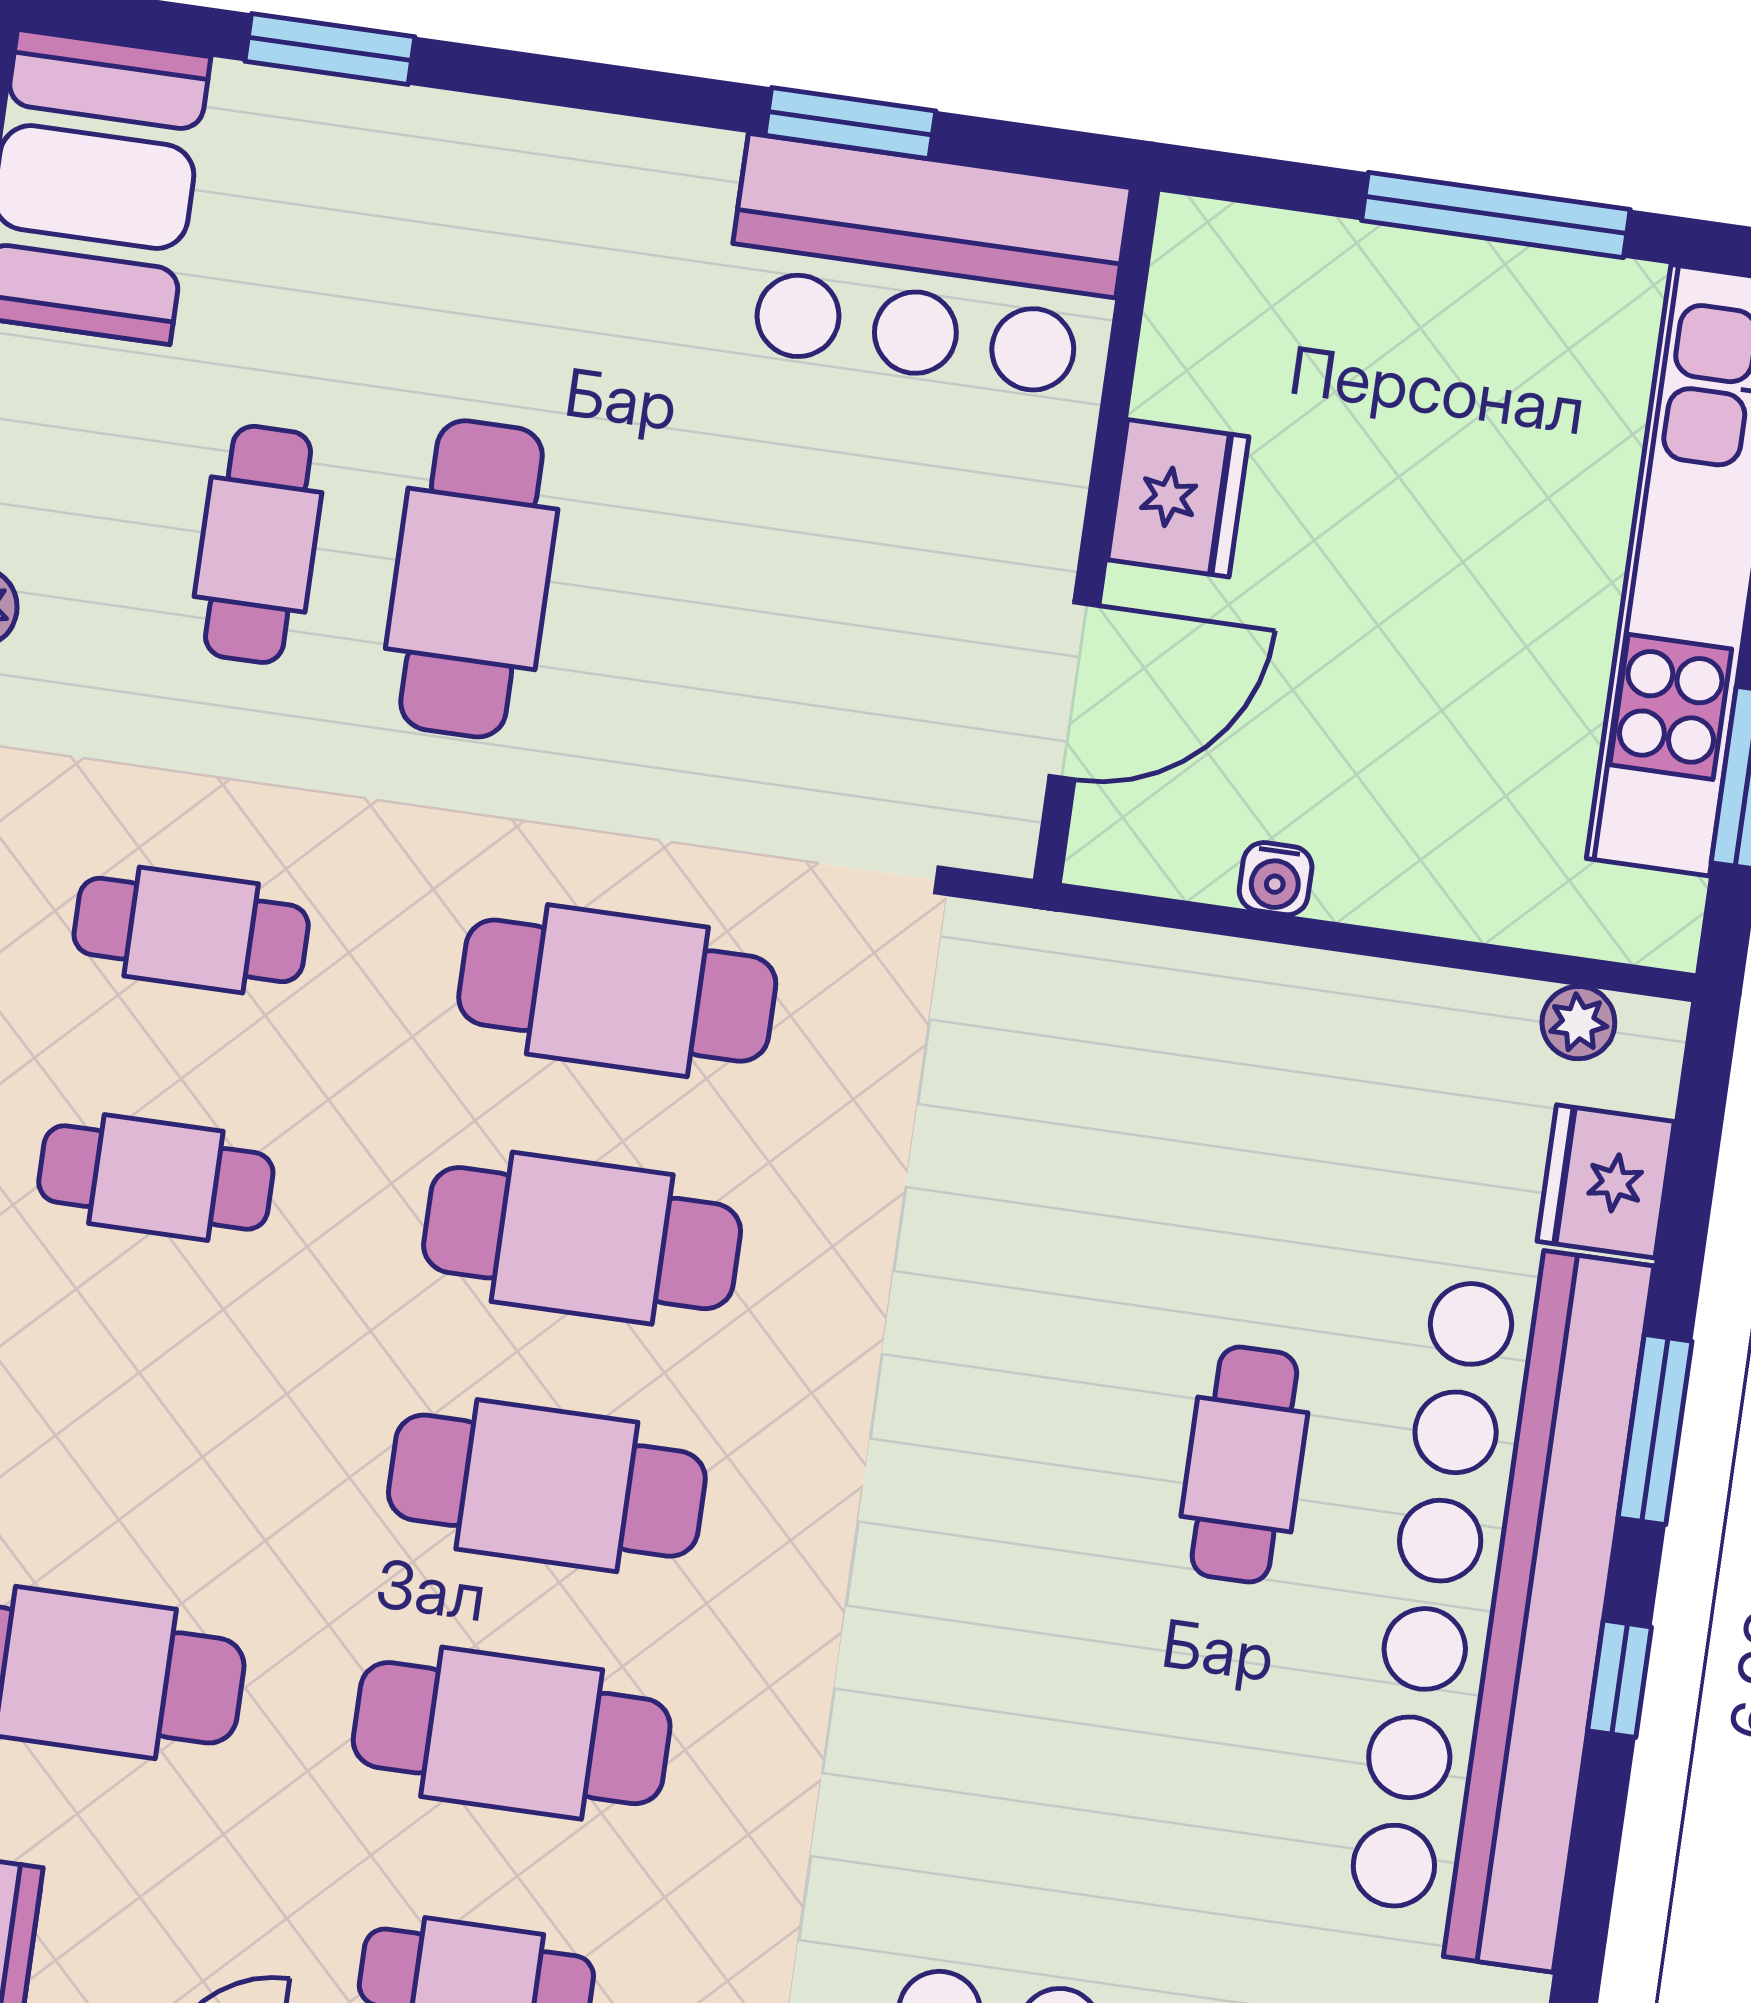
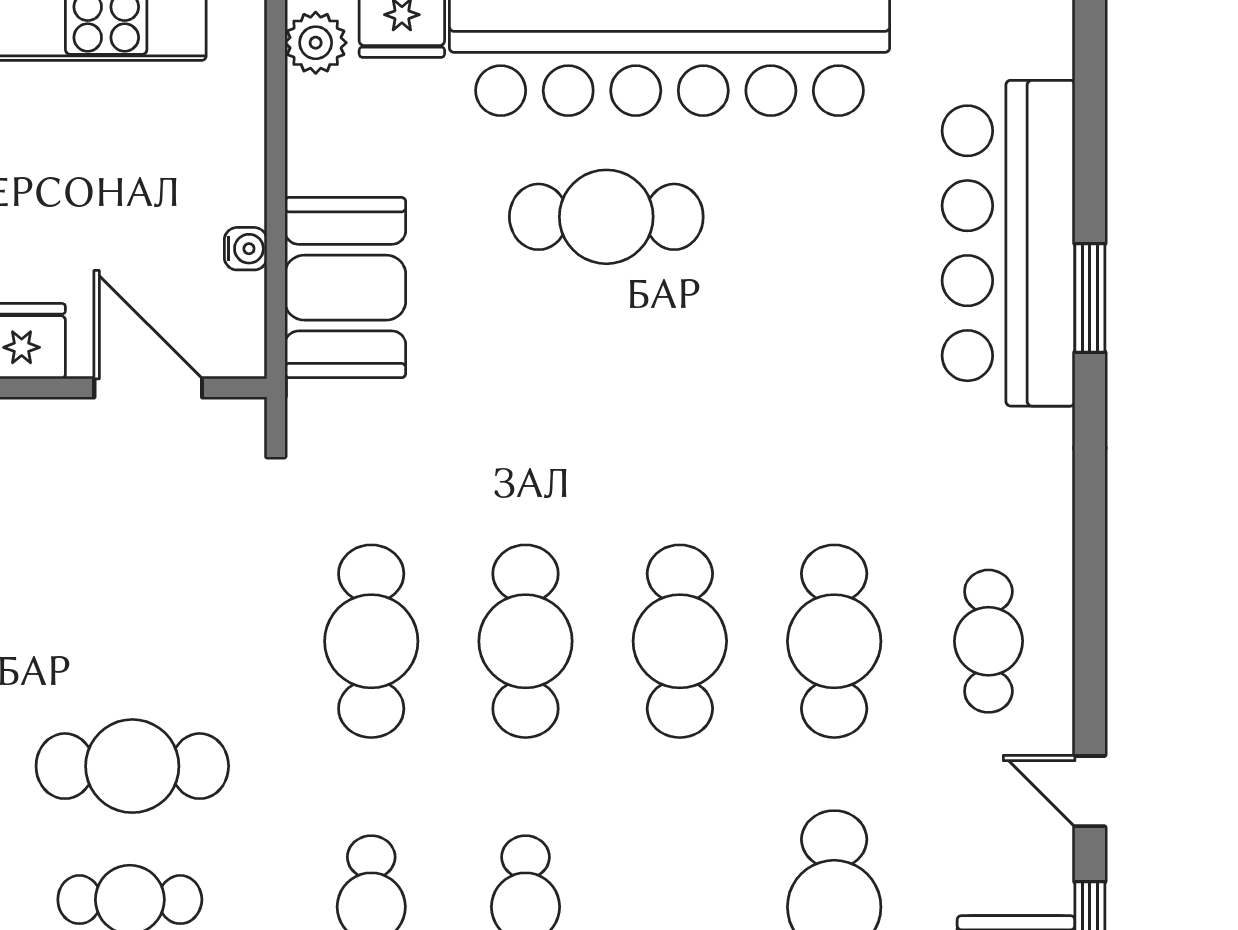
plant: (1578, 1023) -> (316, 43), width x1.38, depth x1.38
booth: (1190, 1030) -> (345, 288), added
cafe table: (1244, 1465) -> (606, 217), width x1.37, depth x1.35

